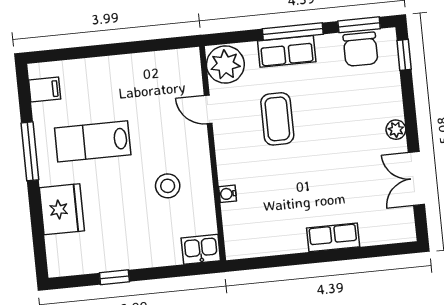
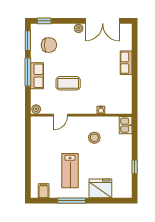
chair: (360, 49) -> (49, 45), moved
plant: (225, 65) -> (36, 109), width x0.53, depth x0.53
double door: (416, 179) -> (103, 21), width x1.37

